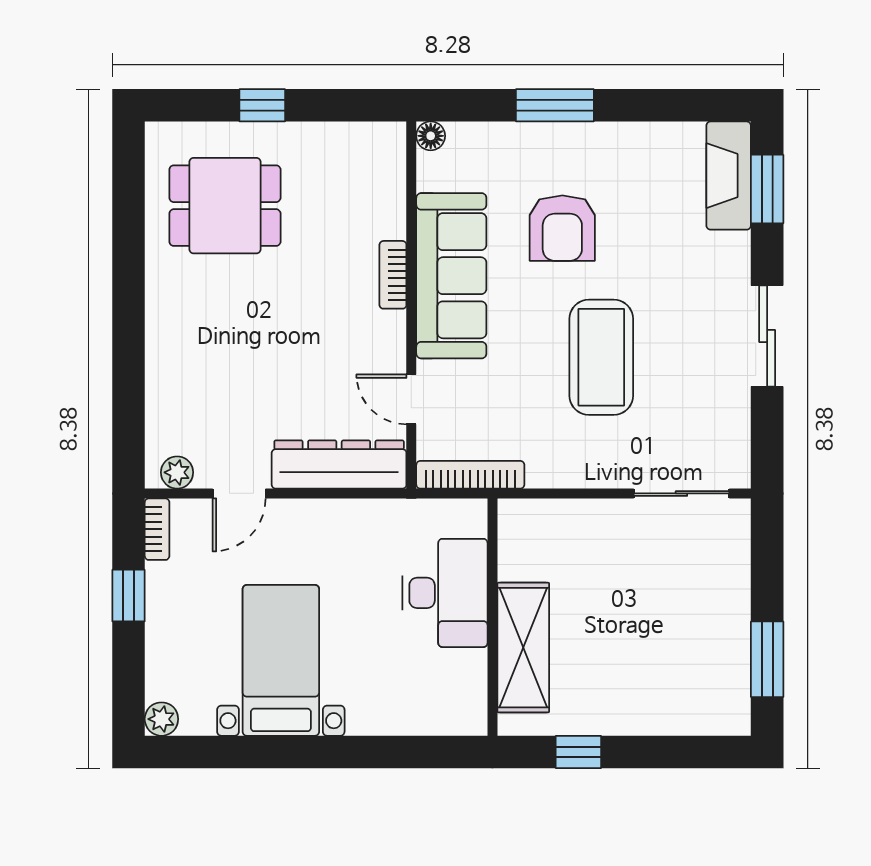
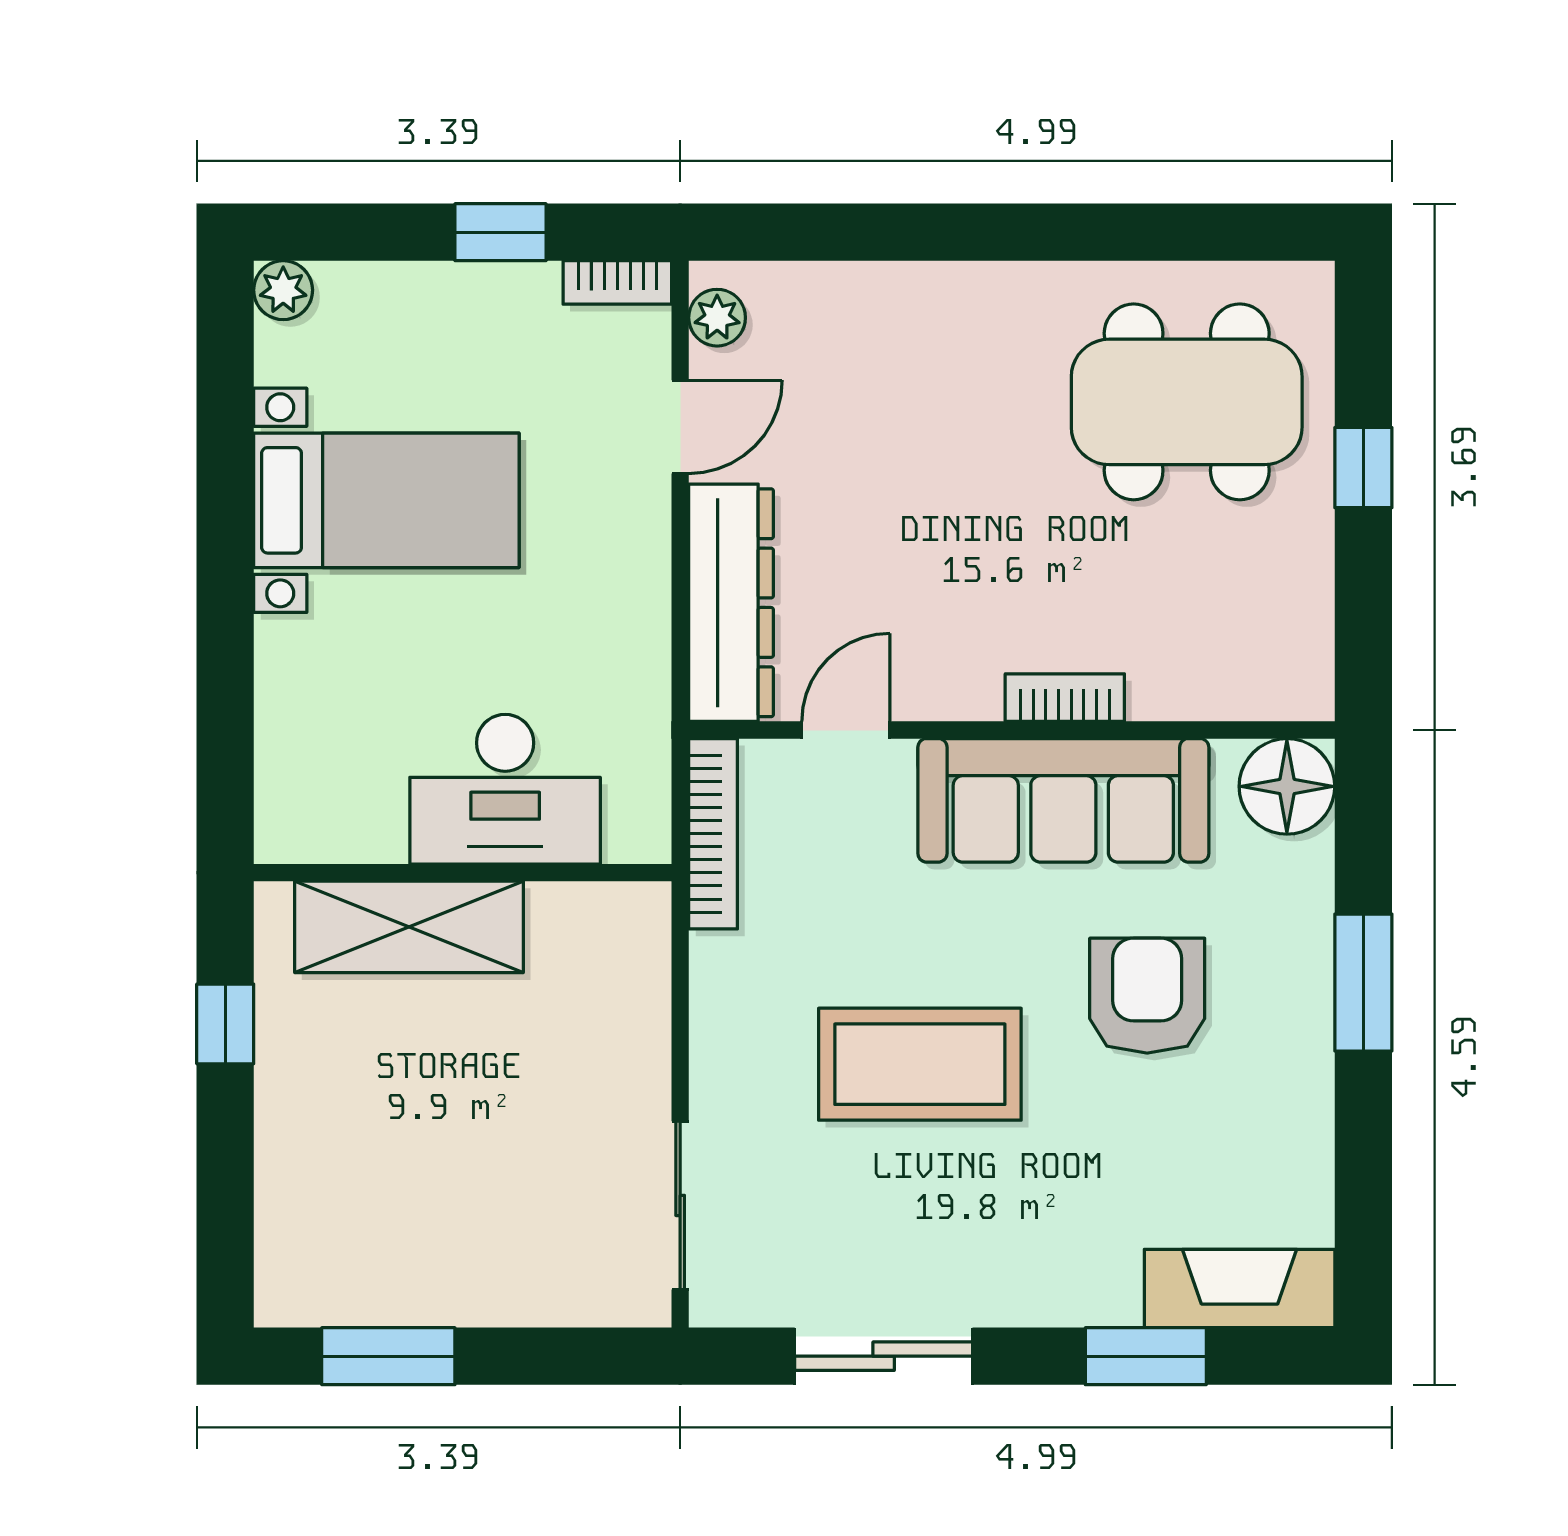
floor lamp: (431, 136) -> (1287, 786), width x1.89, depth x1.89
window: (767, 189) -> (1146, 1356), moved
dining table: (225, 206) -> (1187, 402), width x1.37
armchair: (562, 228) -> (1147, 996), turned 90
sliding door: (767, 336) -> (884, 1356), moved
door: (239, 493) -> (680, 427), swing flipped

